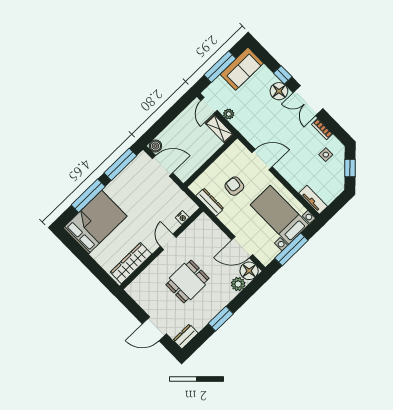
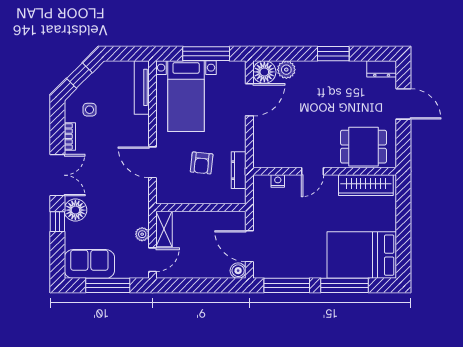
tv unit: (313, 200) -> (142, 87), width x1.41
door: (242, 247) -> (249, 100), hinge flipped
dining table: (187, 281) -> (363, 147), moved

